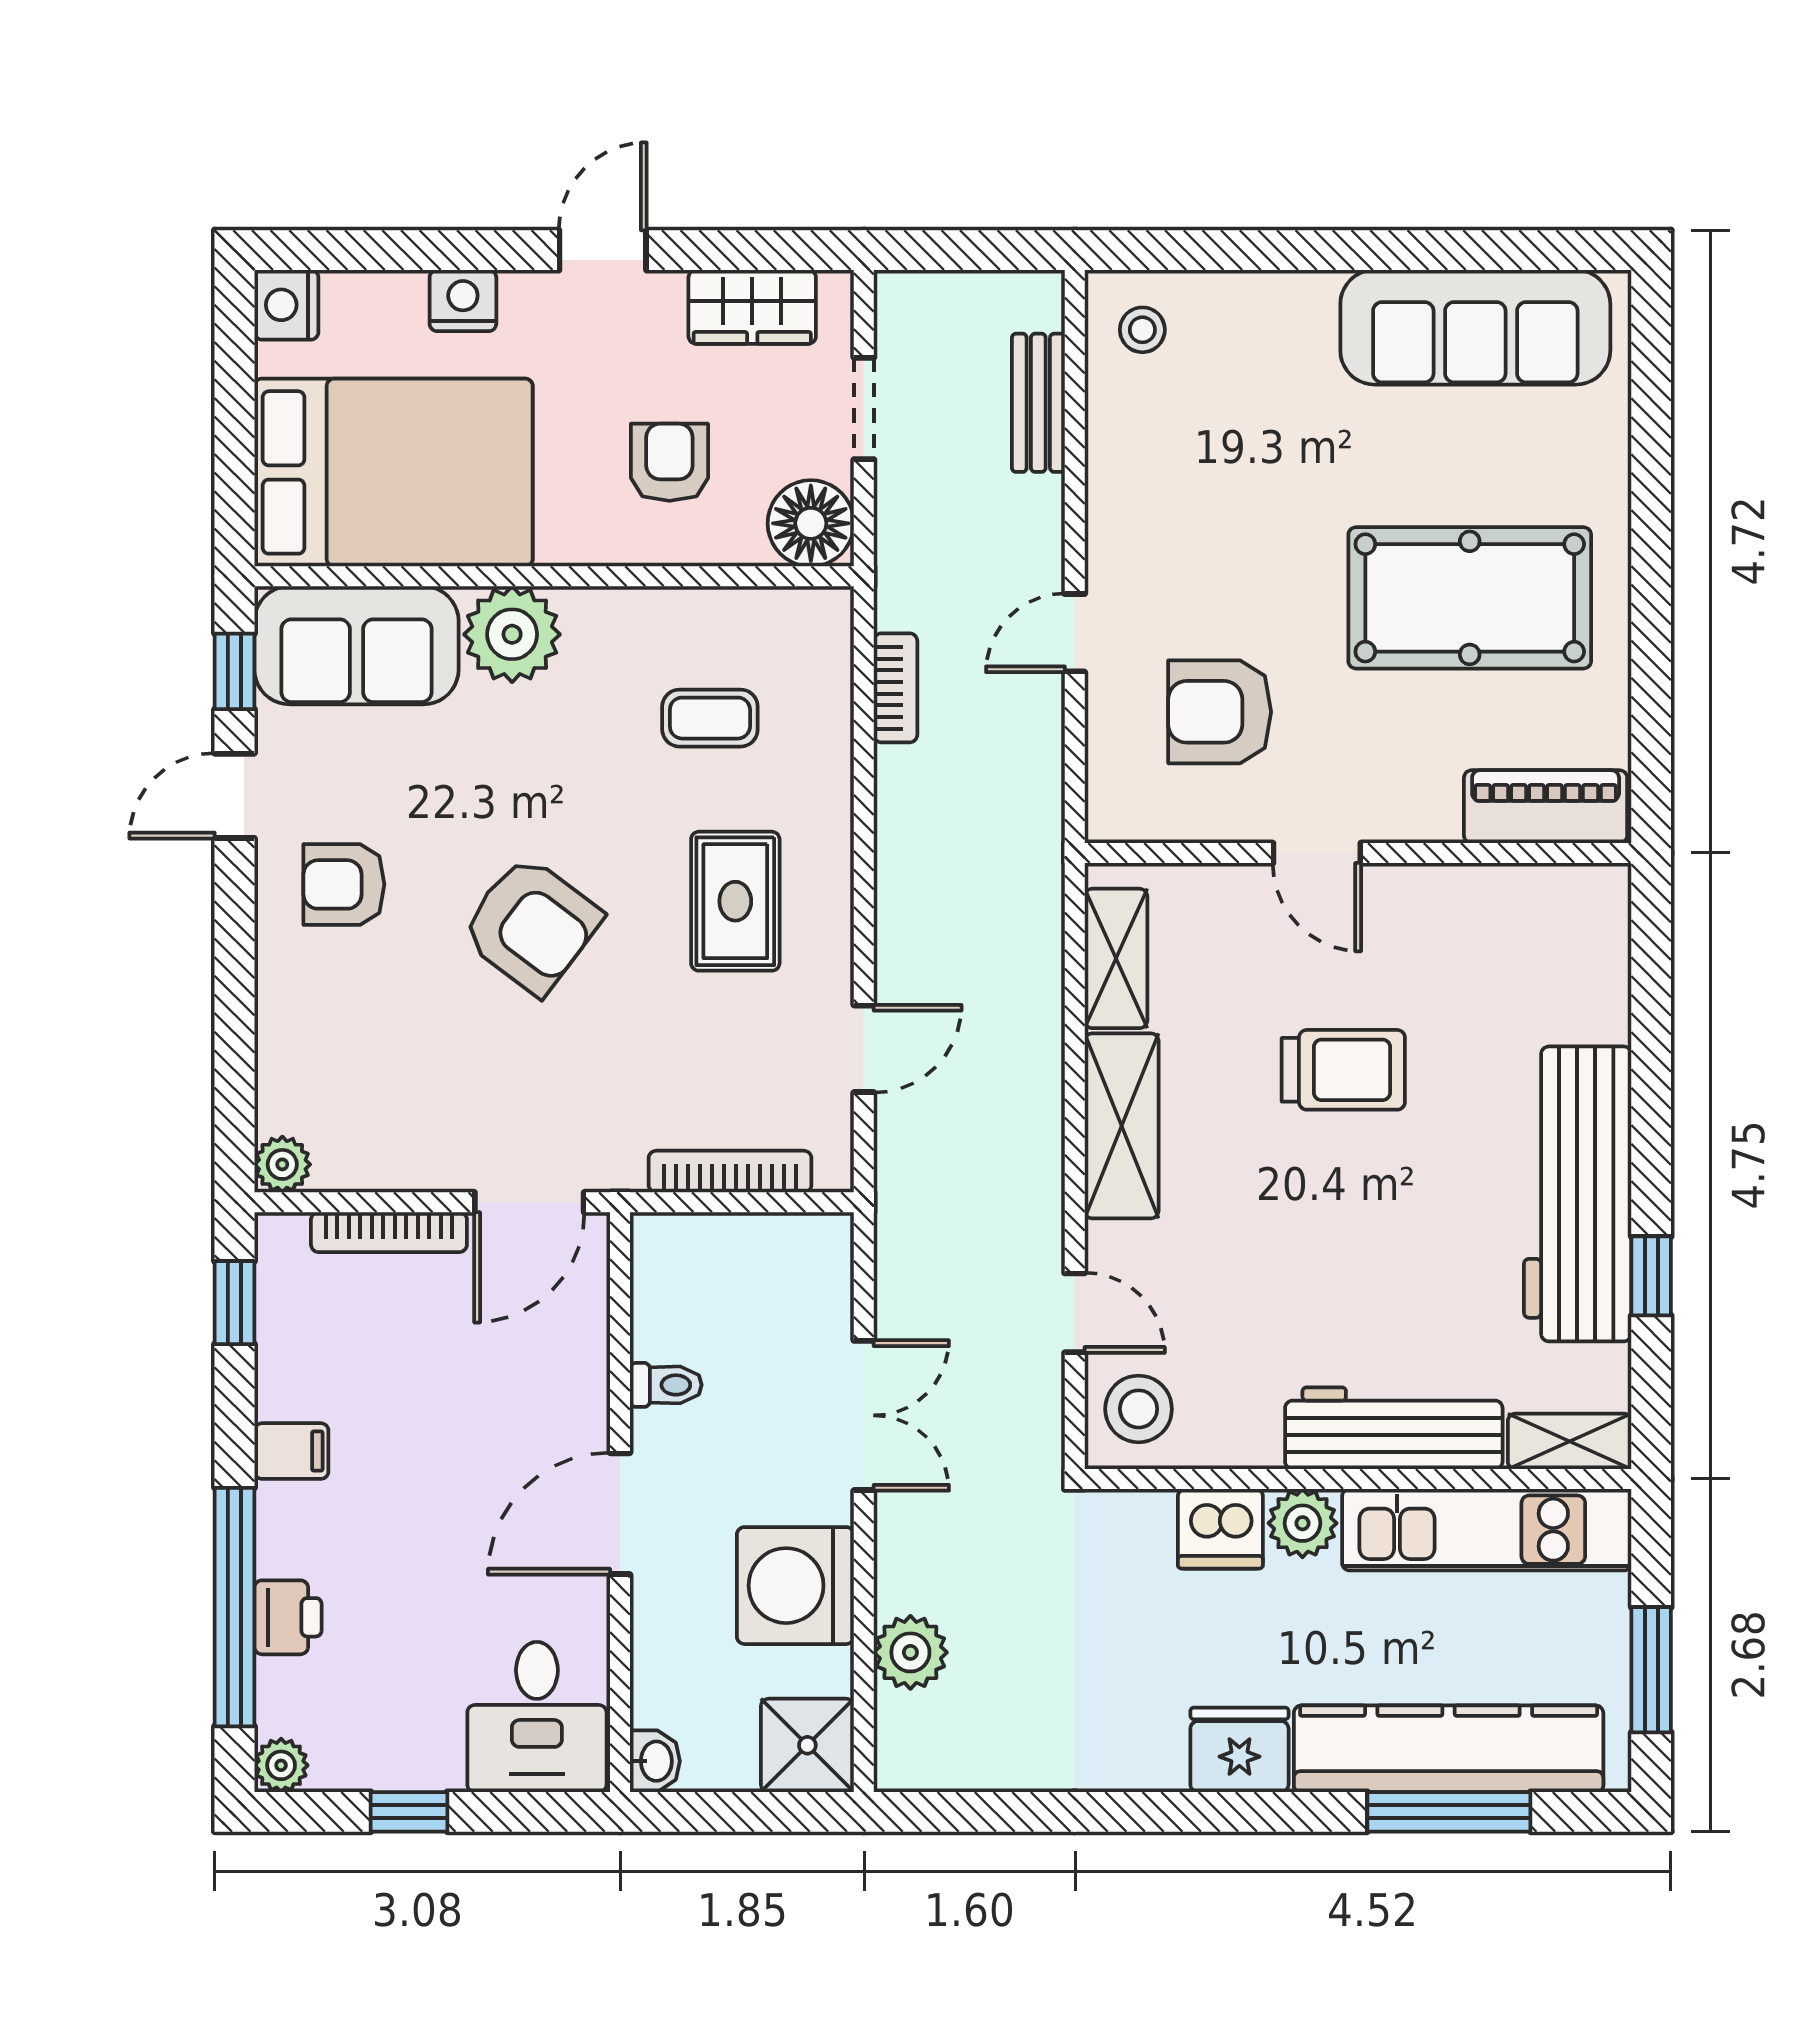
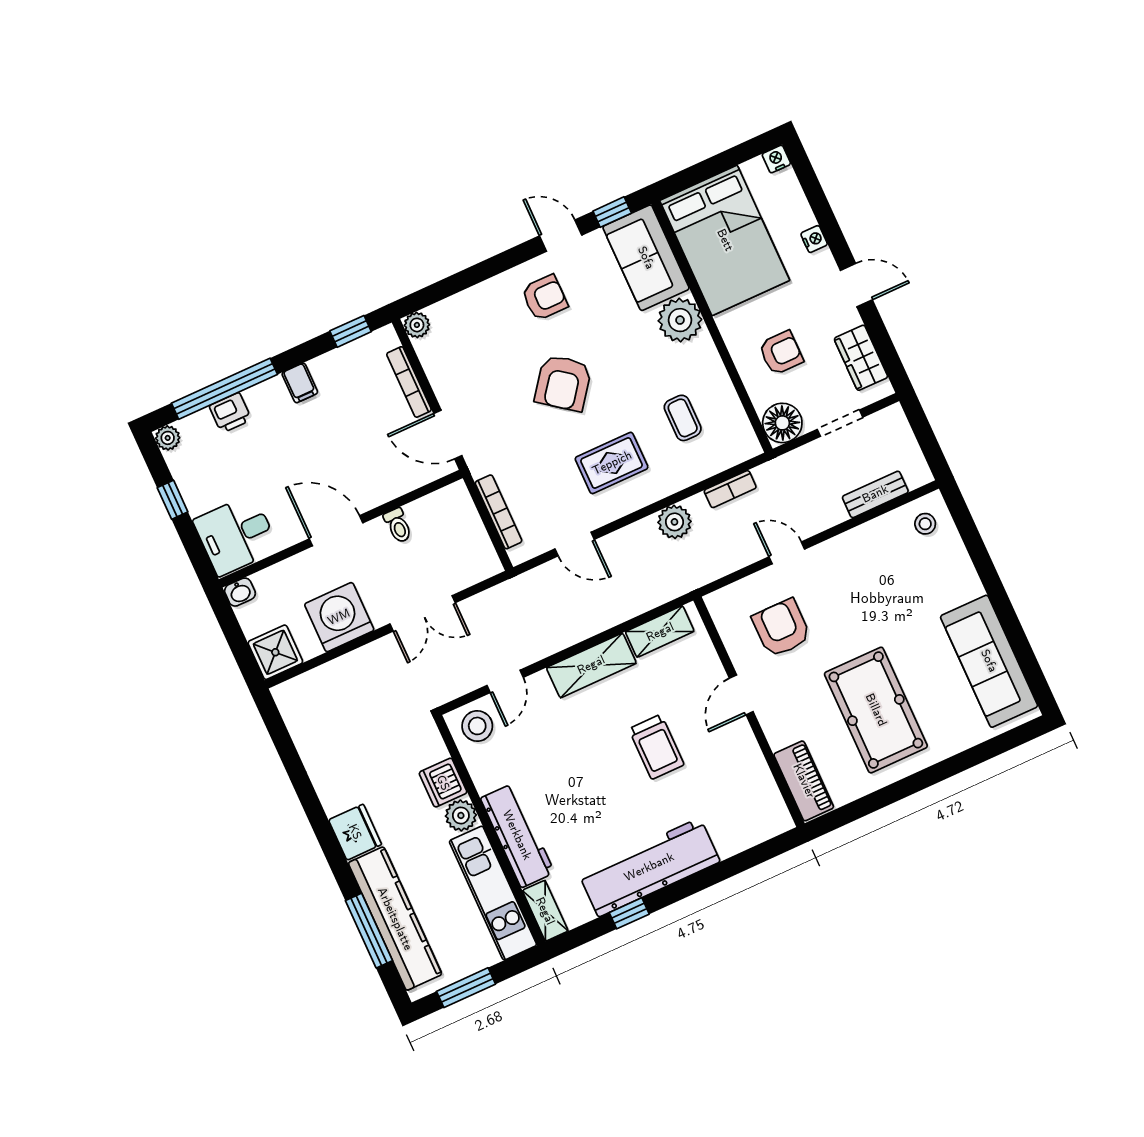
nightstand: (463, 301) -> (814, 239), width x0.72, depth x0.74
nightstand: (286, 305) -> (776, 159), width x0.72, depth x0.74
armchair: (344, 884) -> (545, 298), turned 90
plant: (910, 1652) -> (674, 522), moved

